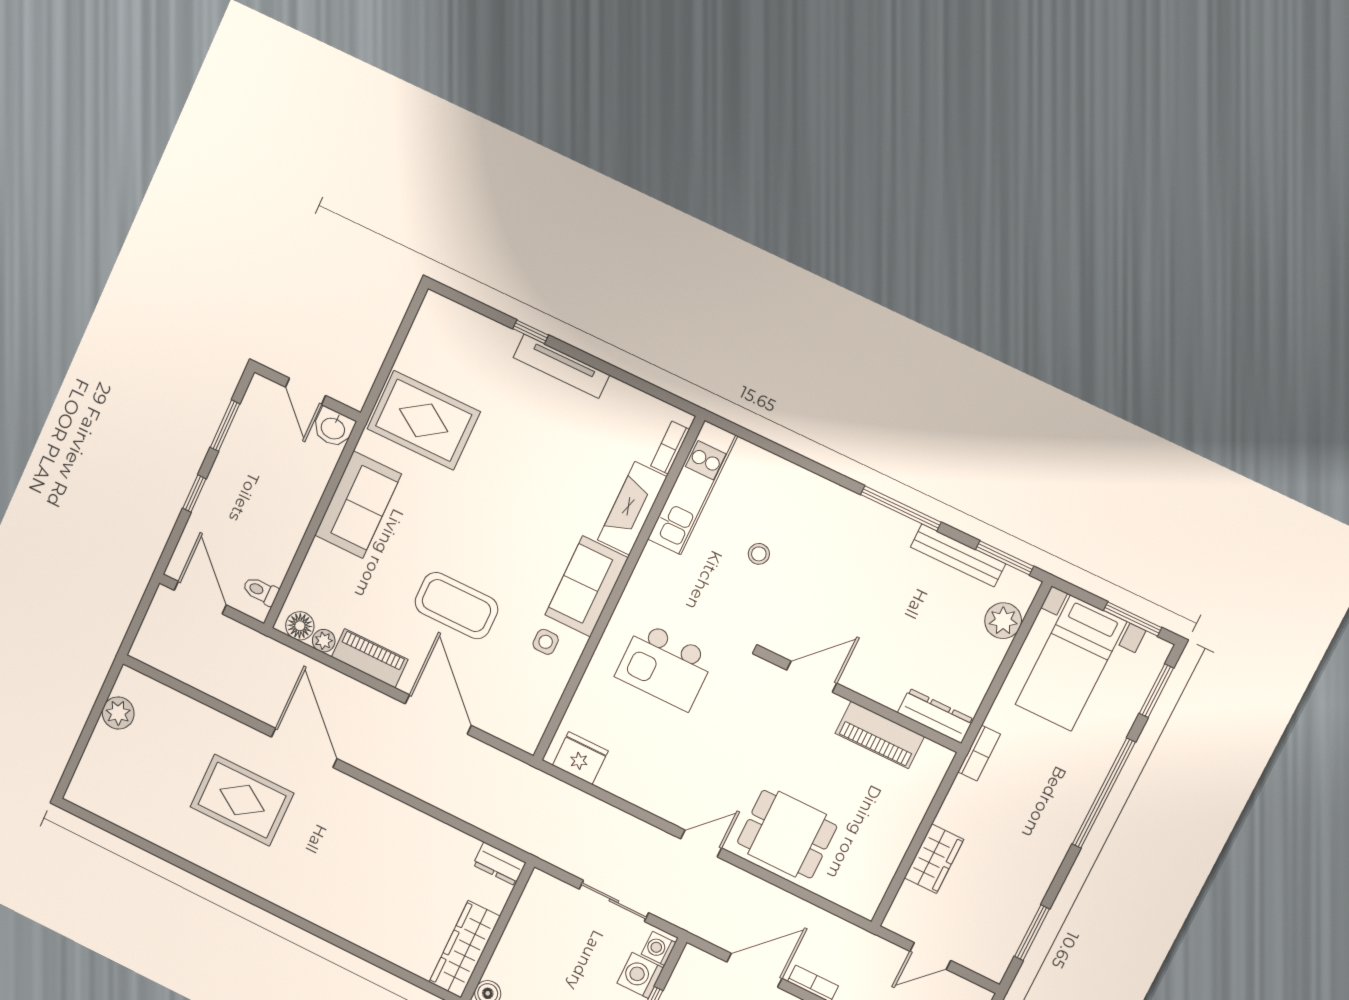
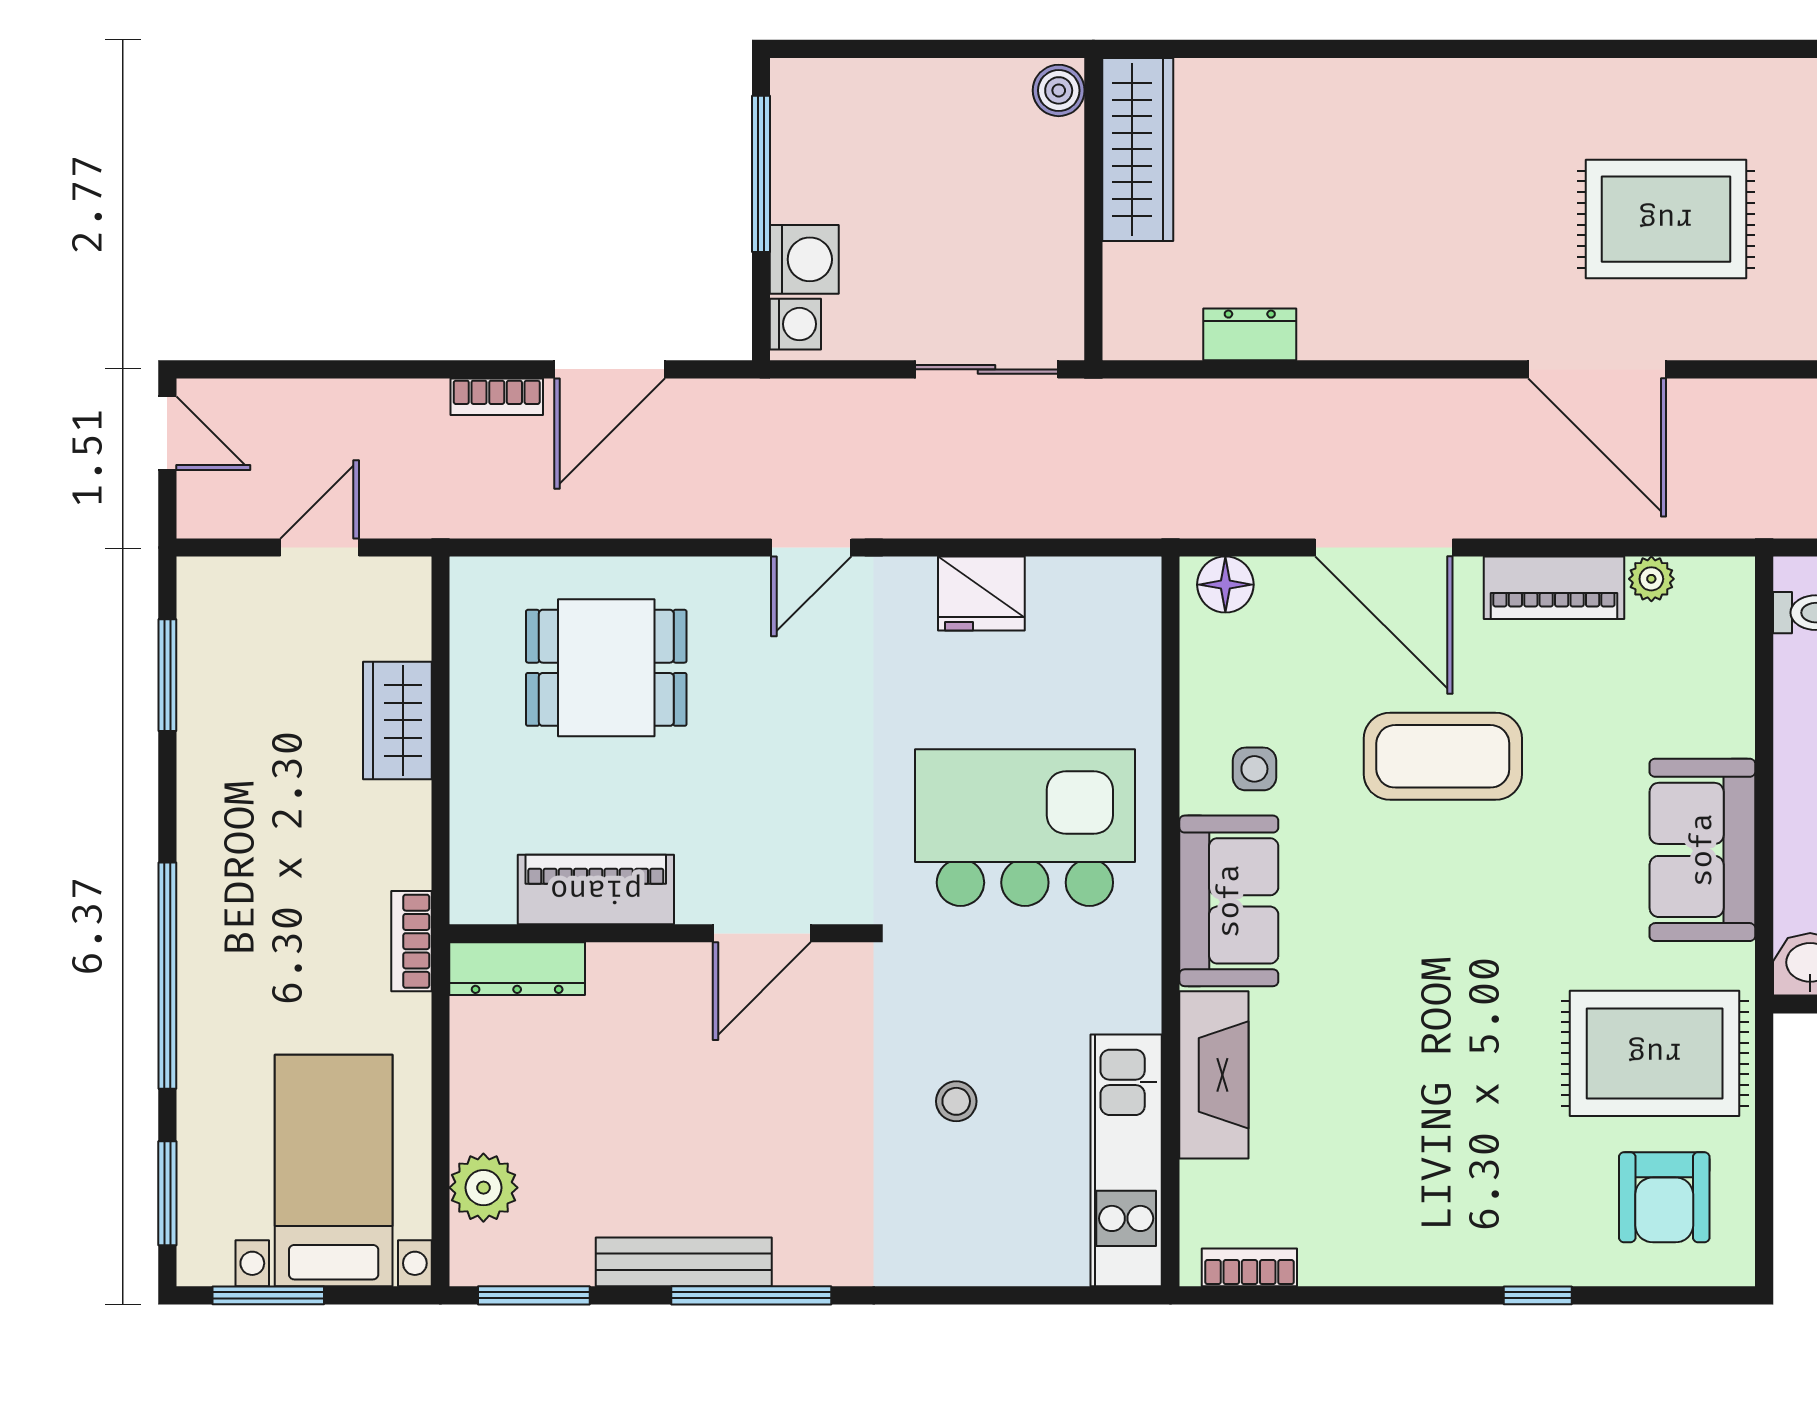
armchair: (450, 350) -> (1664, 1197), added
tv unit: (561, 366) -> (1455, 1262), removed
bookcase: (670, 448) -> (1249, 1267), moved, turned -90
bench: (958, 555) -> (684, 1262), moved
floor lamp: (300, 626) -> (1225, 585), moved
kitchen island: (665, 666) -> (1025, 828), width x1.37, depth x1.28
fridge: (580, 758) -> (981, 594), moved
dining table: (787, 834) -> (606, 668), moved
dresser: (499, 864) -> (1250, 334), moved
sliding door: (614, 901) -> (986, 369), moved

